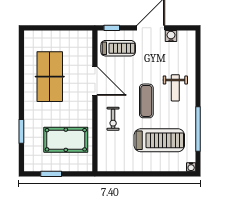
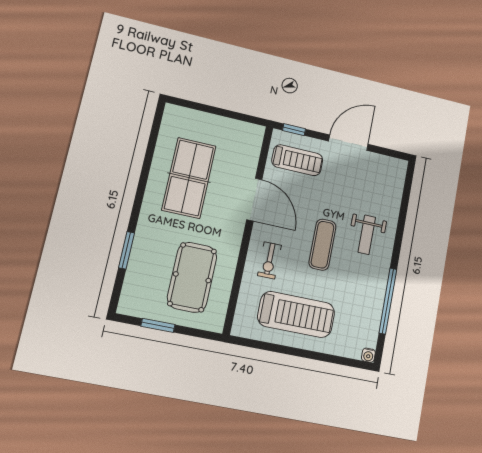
water cooler: (171, 36) -> (374, 161), removed
pool table: (66, 140) -> (192, 277), turned 90
treadmill: (159, 140) -> (296, 314), moved

